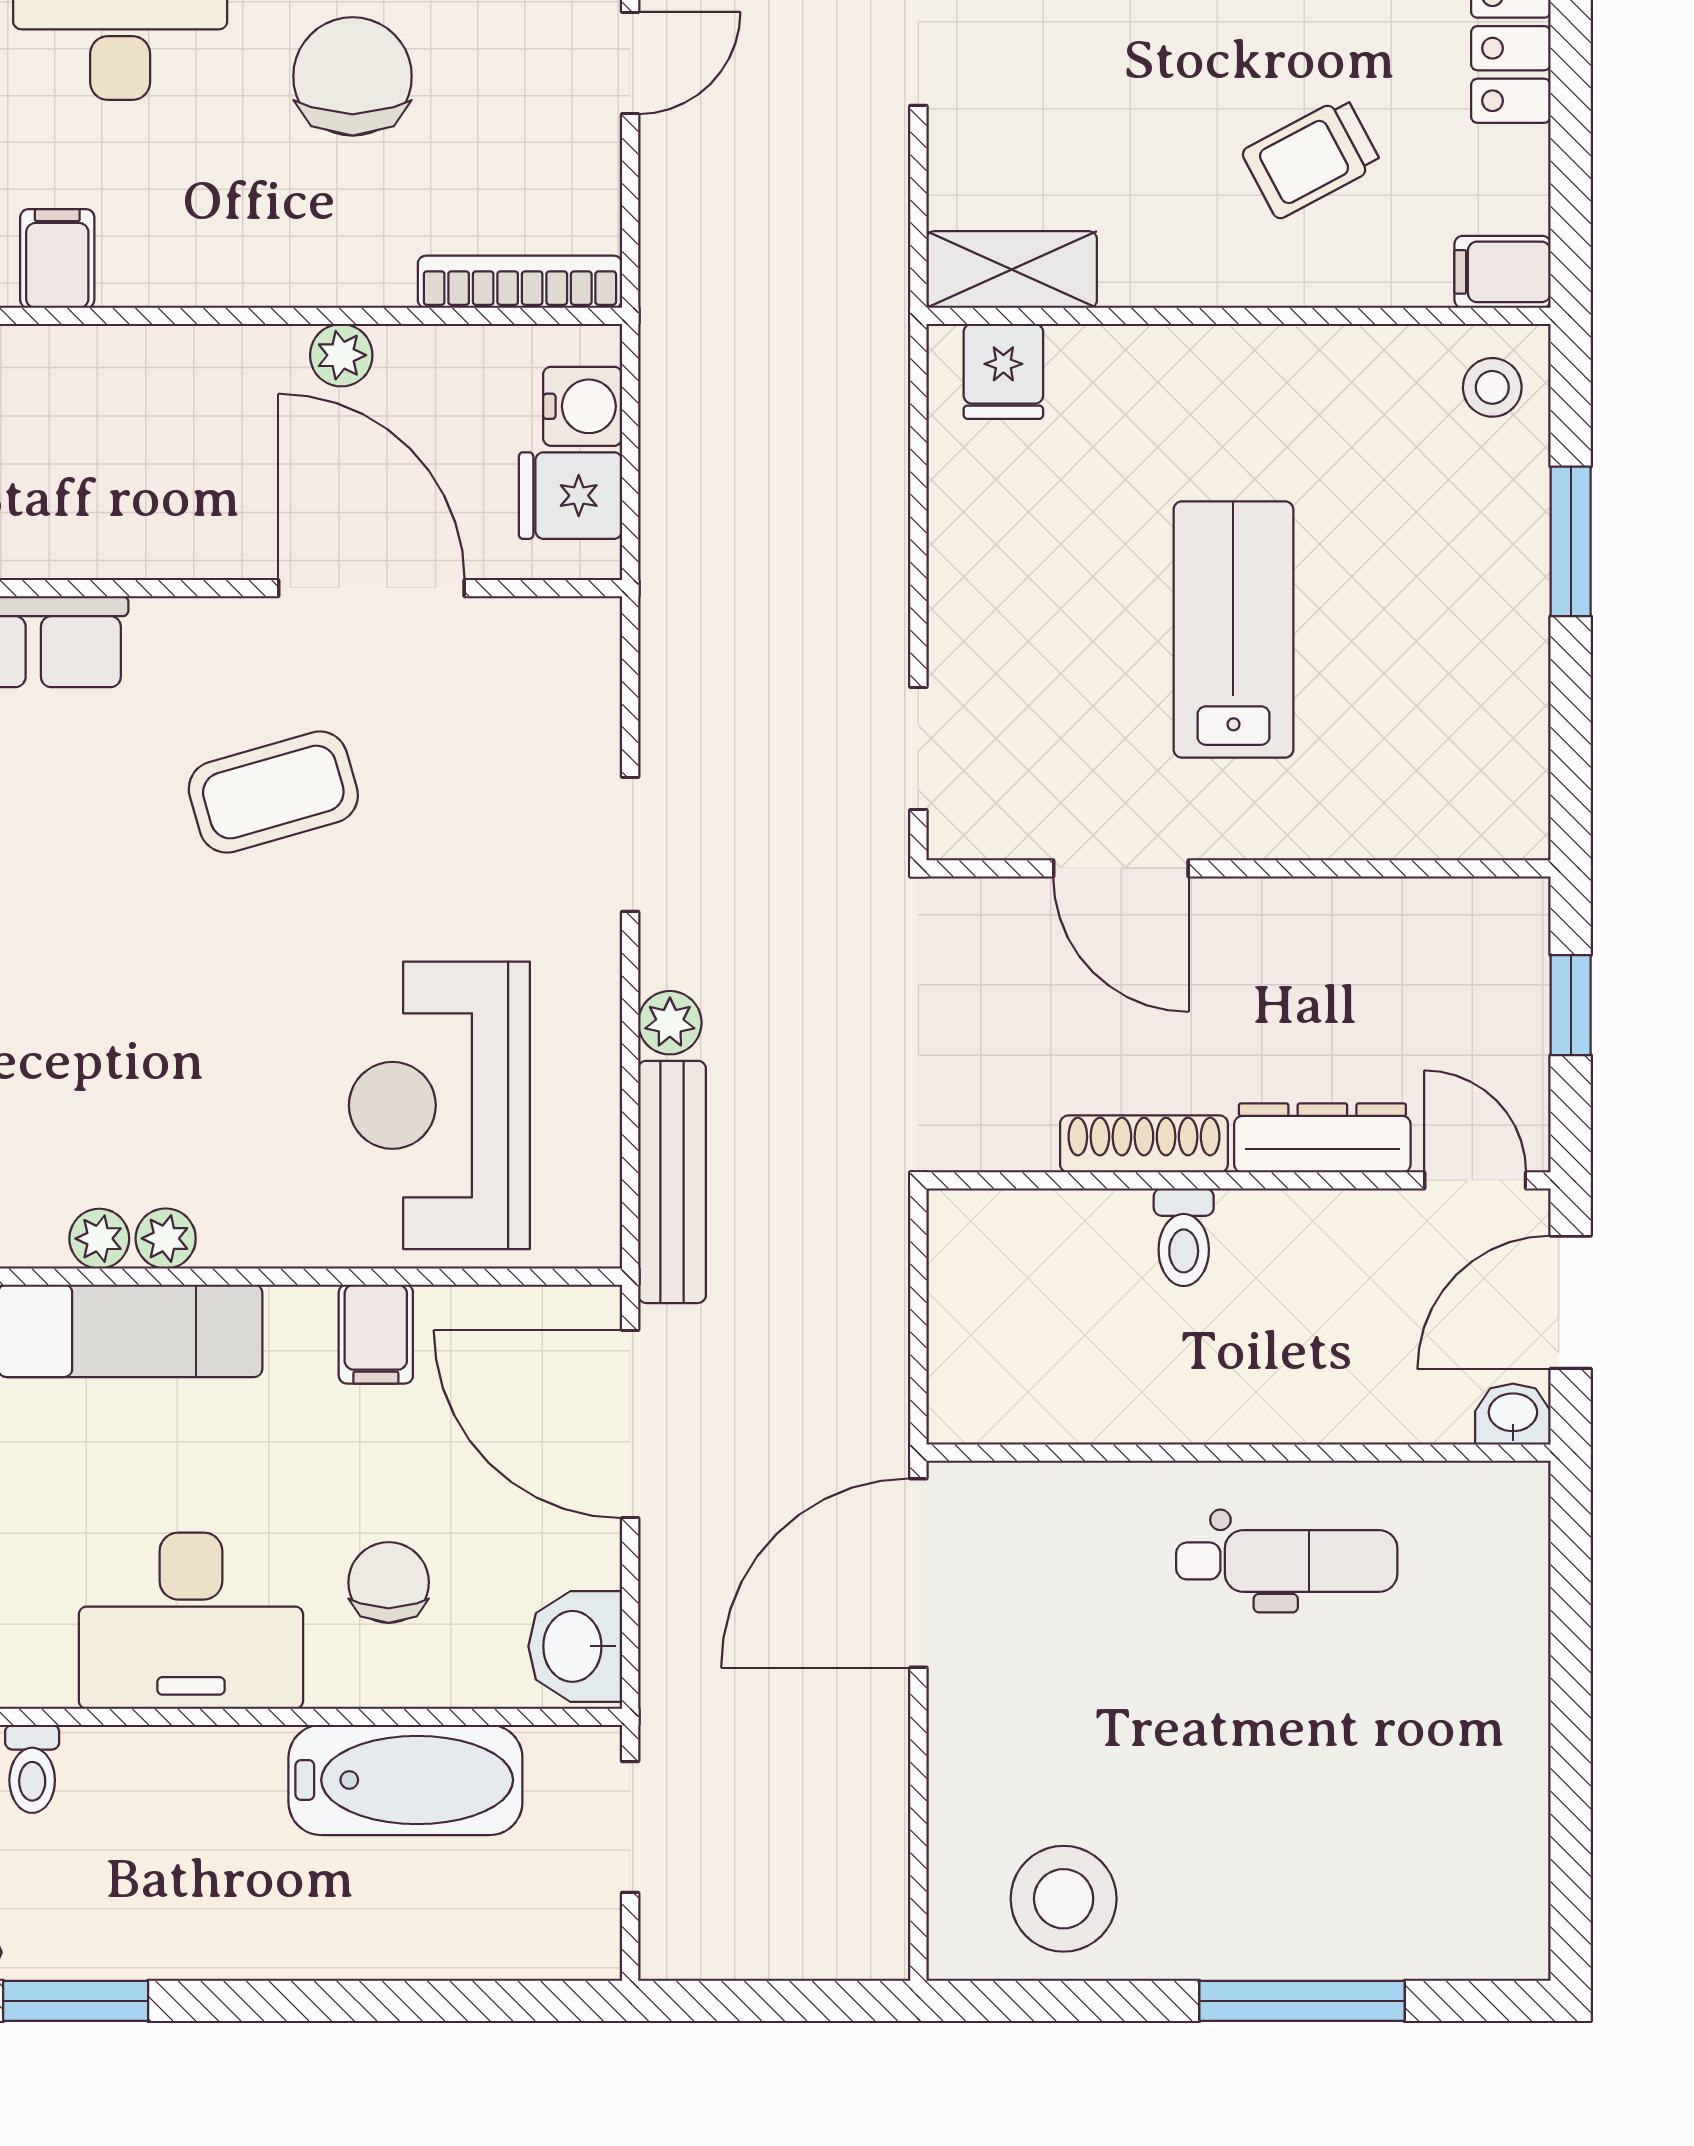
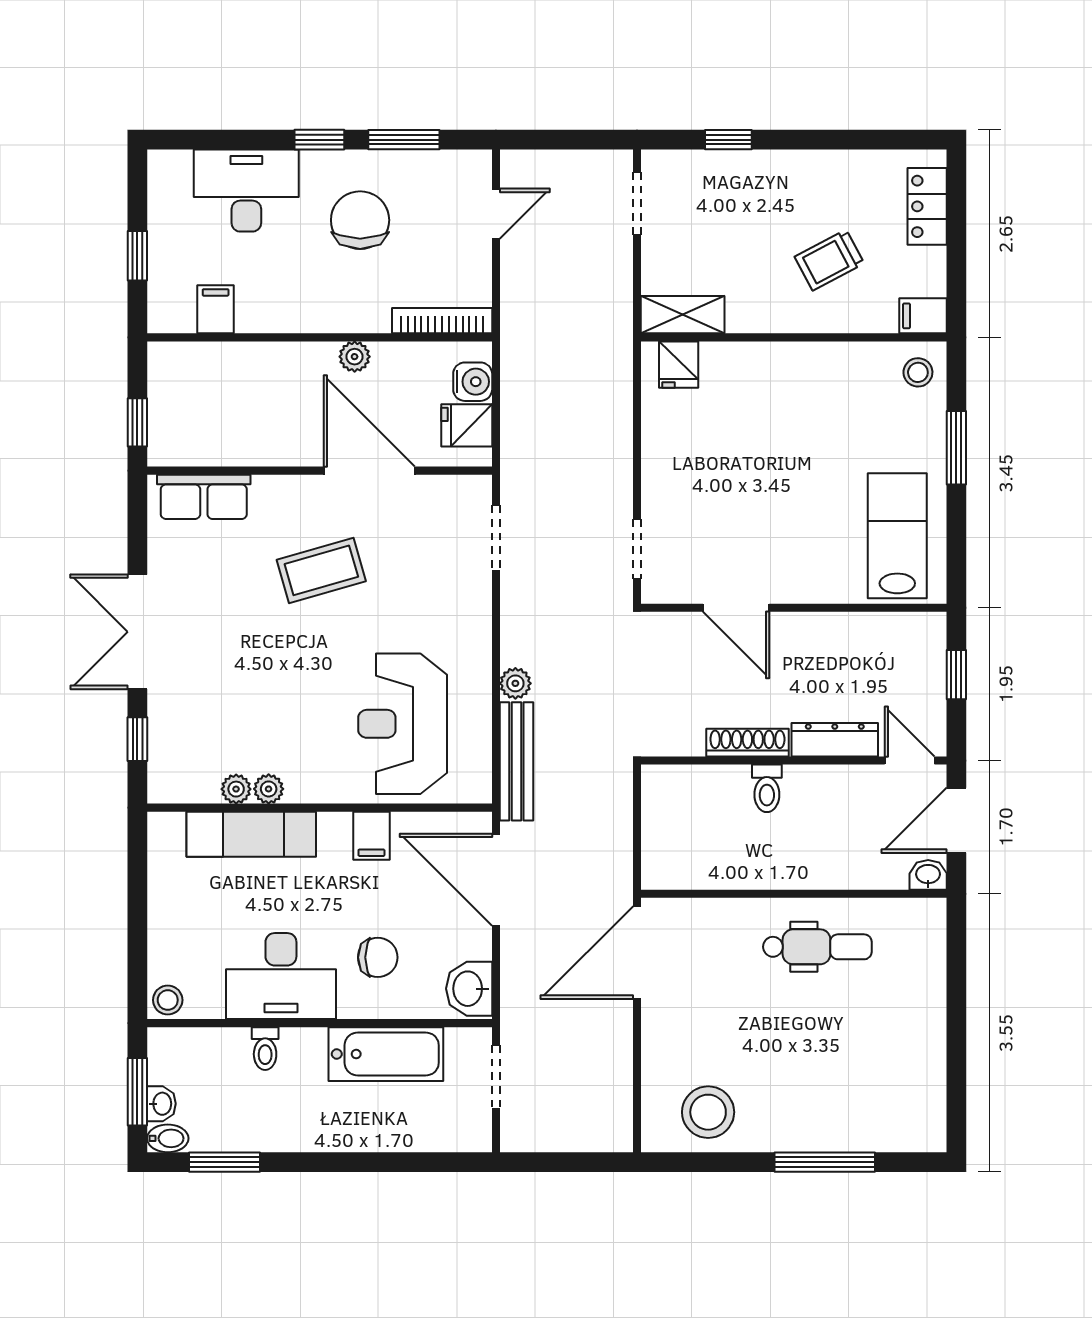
lab bench: (1233, 630) -> (897, 536), moved
doorway: (630, 844) -> (496, 538), moved
chair: (389, 1582) -> (378, 957), turned 90
toilet: (32, 1769) -> (265, 1049), moved

